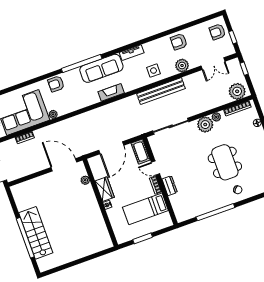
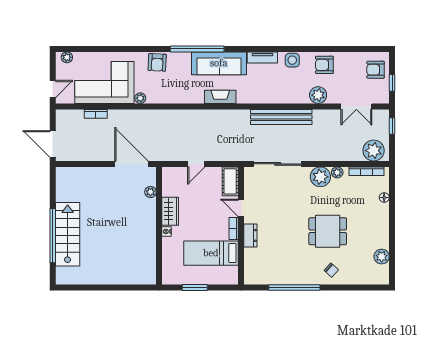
side table: (154, 71) -> (292, 60), moved
armchair: (56, 84) -> (157, 62), turned -87
door: (111, 148) -> (196, 164), width x0.53
dining table: (225, 162) -> (328, 231), width x0.73

